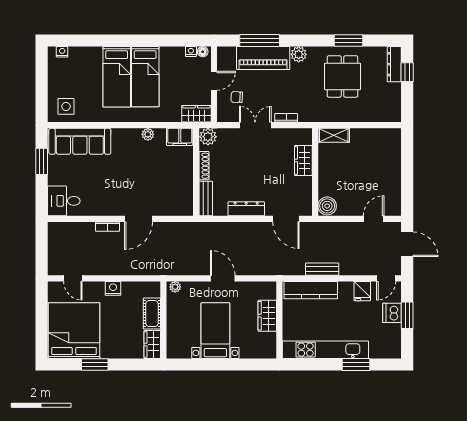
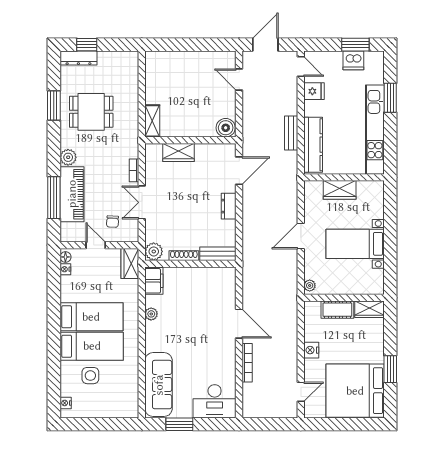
side table: (66, 106) -> (90, 376), moved
desk: (64, 201) -> (215, 401), width x1.37
dresser: (246, 209) -> (229, 206), width x0.70
bookcase: (107, 227) -> (247, 363), width x1.56
dishwasher: (392, 313) -> (353, 60), moved
window: (407, 315) -> (355, 45), moved

